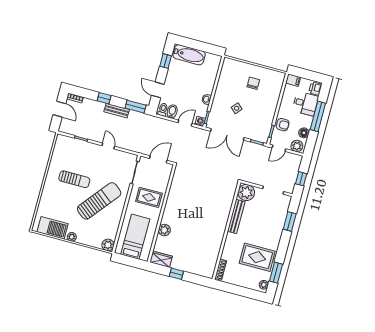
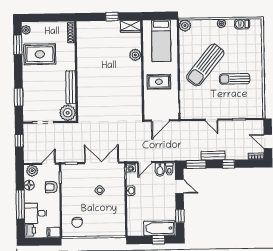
window: (193, 44) -> (158, 240), added
chair: (253, 83) -> (77, 222), moved
barbecue: (53, 228) -> (242, 24), width x0.53, depth x0.65

